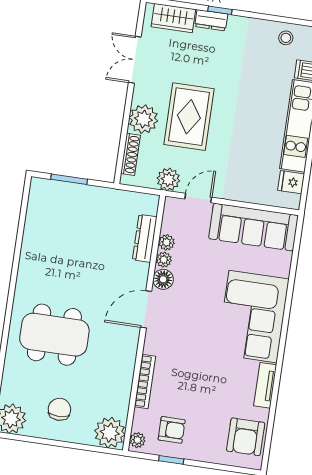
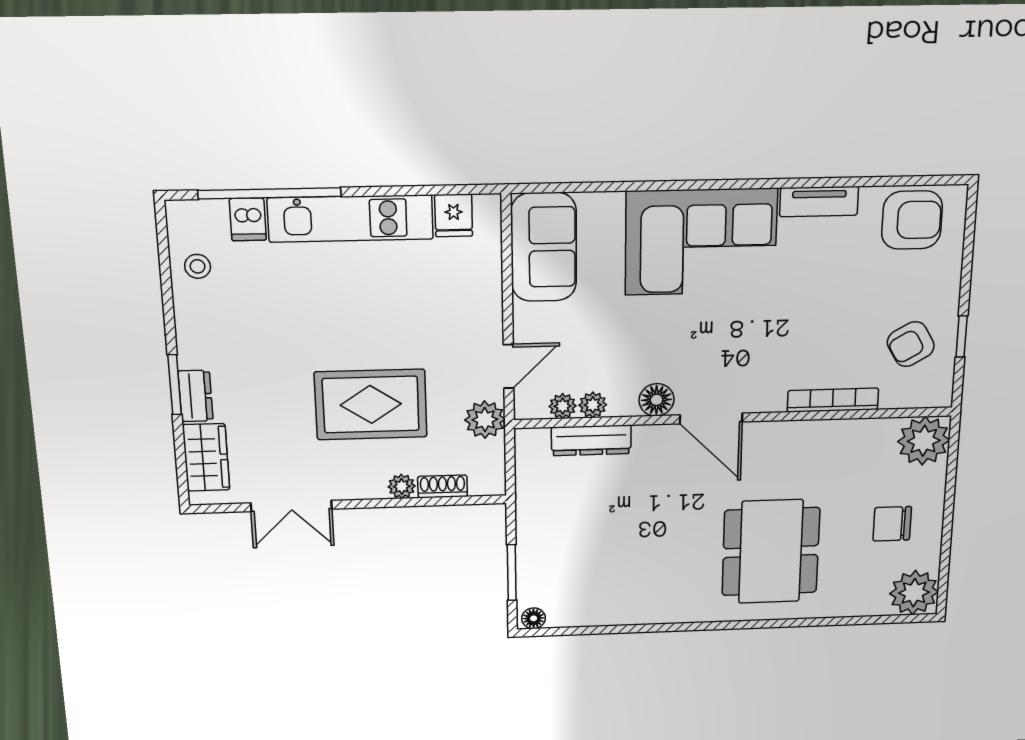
window: (220, 10) -> (175, 385), width x1.50
plant: (143, 119) -> (402, 486), width x0.53, depth x0.53
shoe rack: (130, 154) -> (443, 487), width x0.70
floor lamp: (37, 187) -> (534, 618), added
door: (198, 198) -> (509, 366), swing flipped
sofa: (254, 227) -> (544, 247), width x0.73
plant: (164, 260) -> (563, 406), moved
armchair: (172, 430) -> (911, 344), turned -120
plant: (137, 440) -> (932, 396), removed

